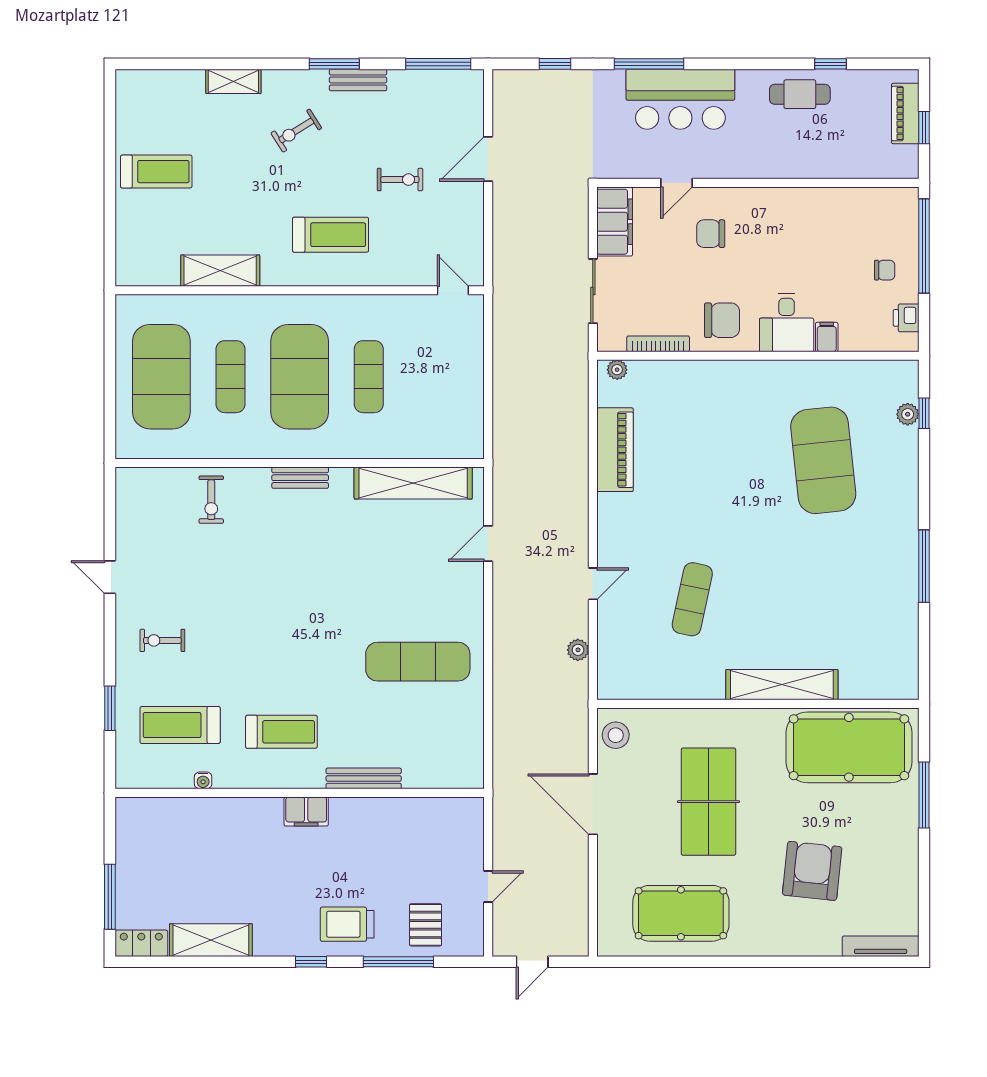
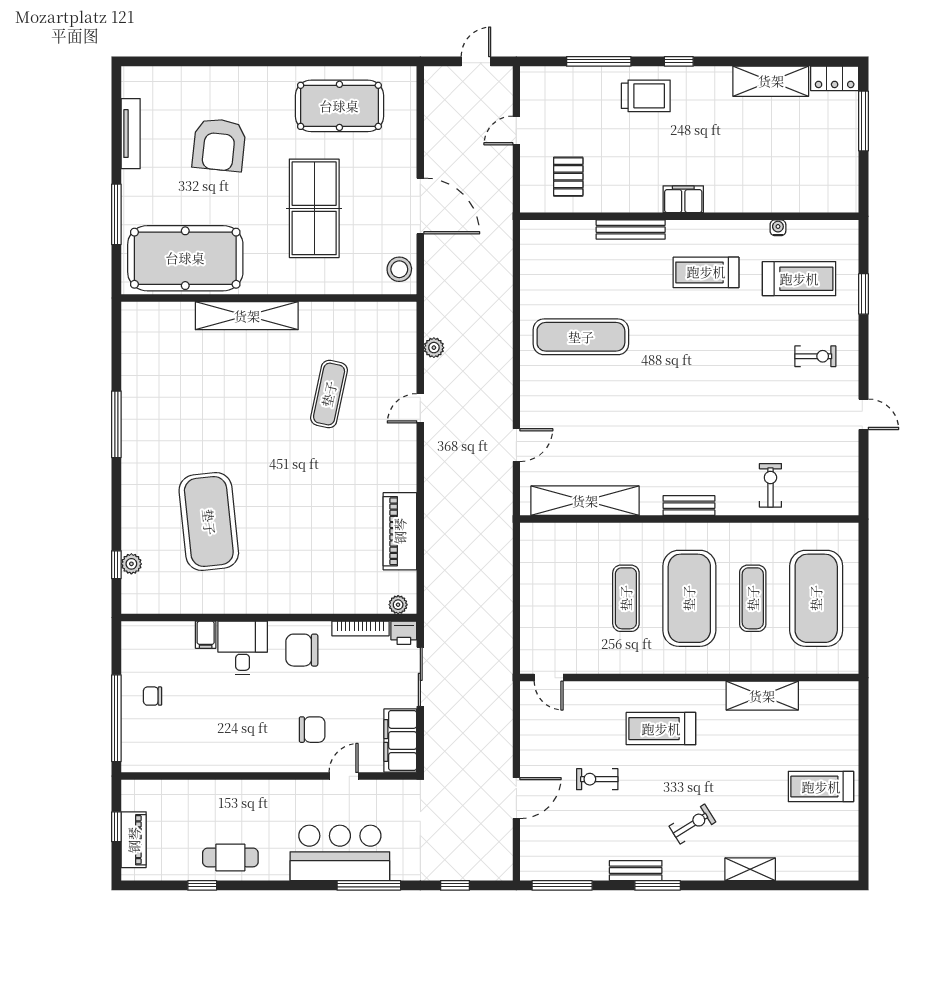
printer: (906, 318) -> (404, 633), moved, turned 90
pallet: (426, 925) -> (568, 177), moved
tv unit: (881, 946) -> (131, 134), moved, turned -90

